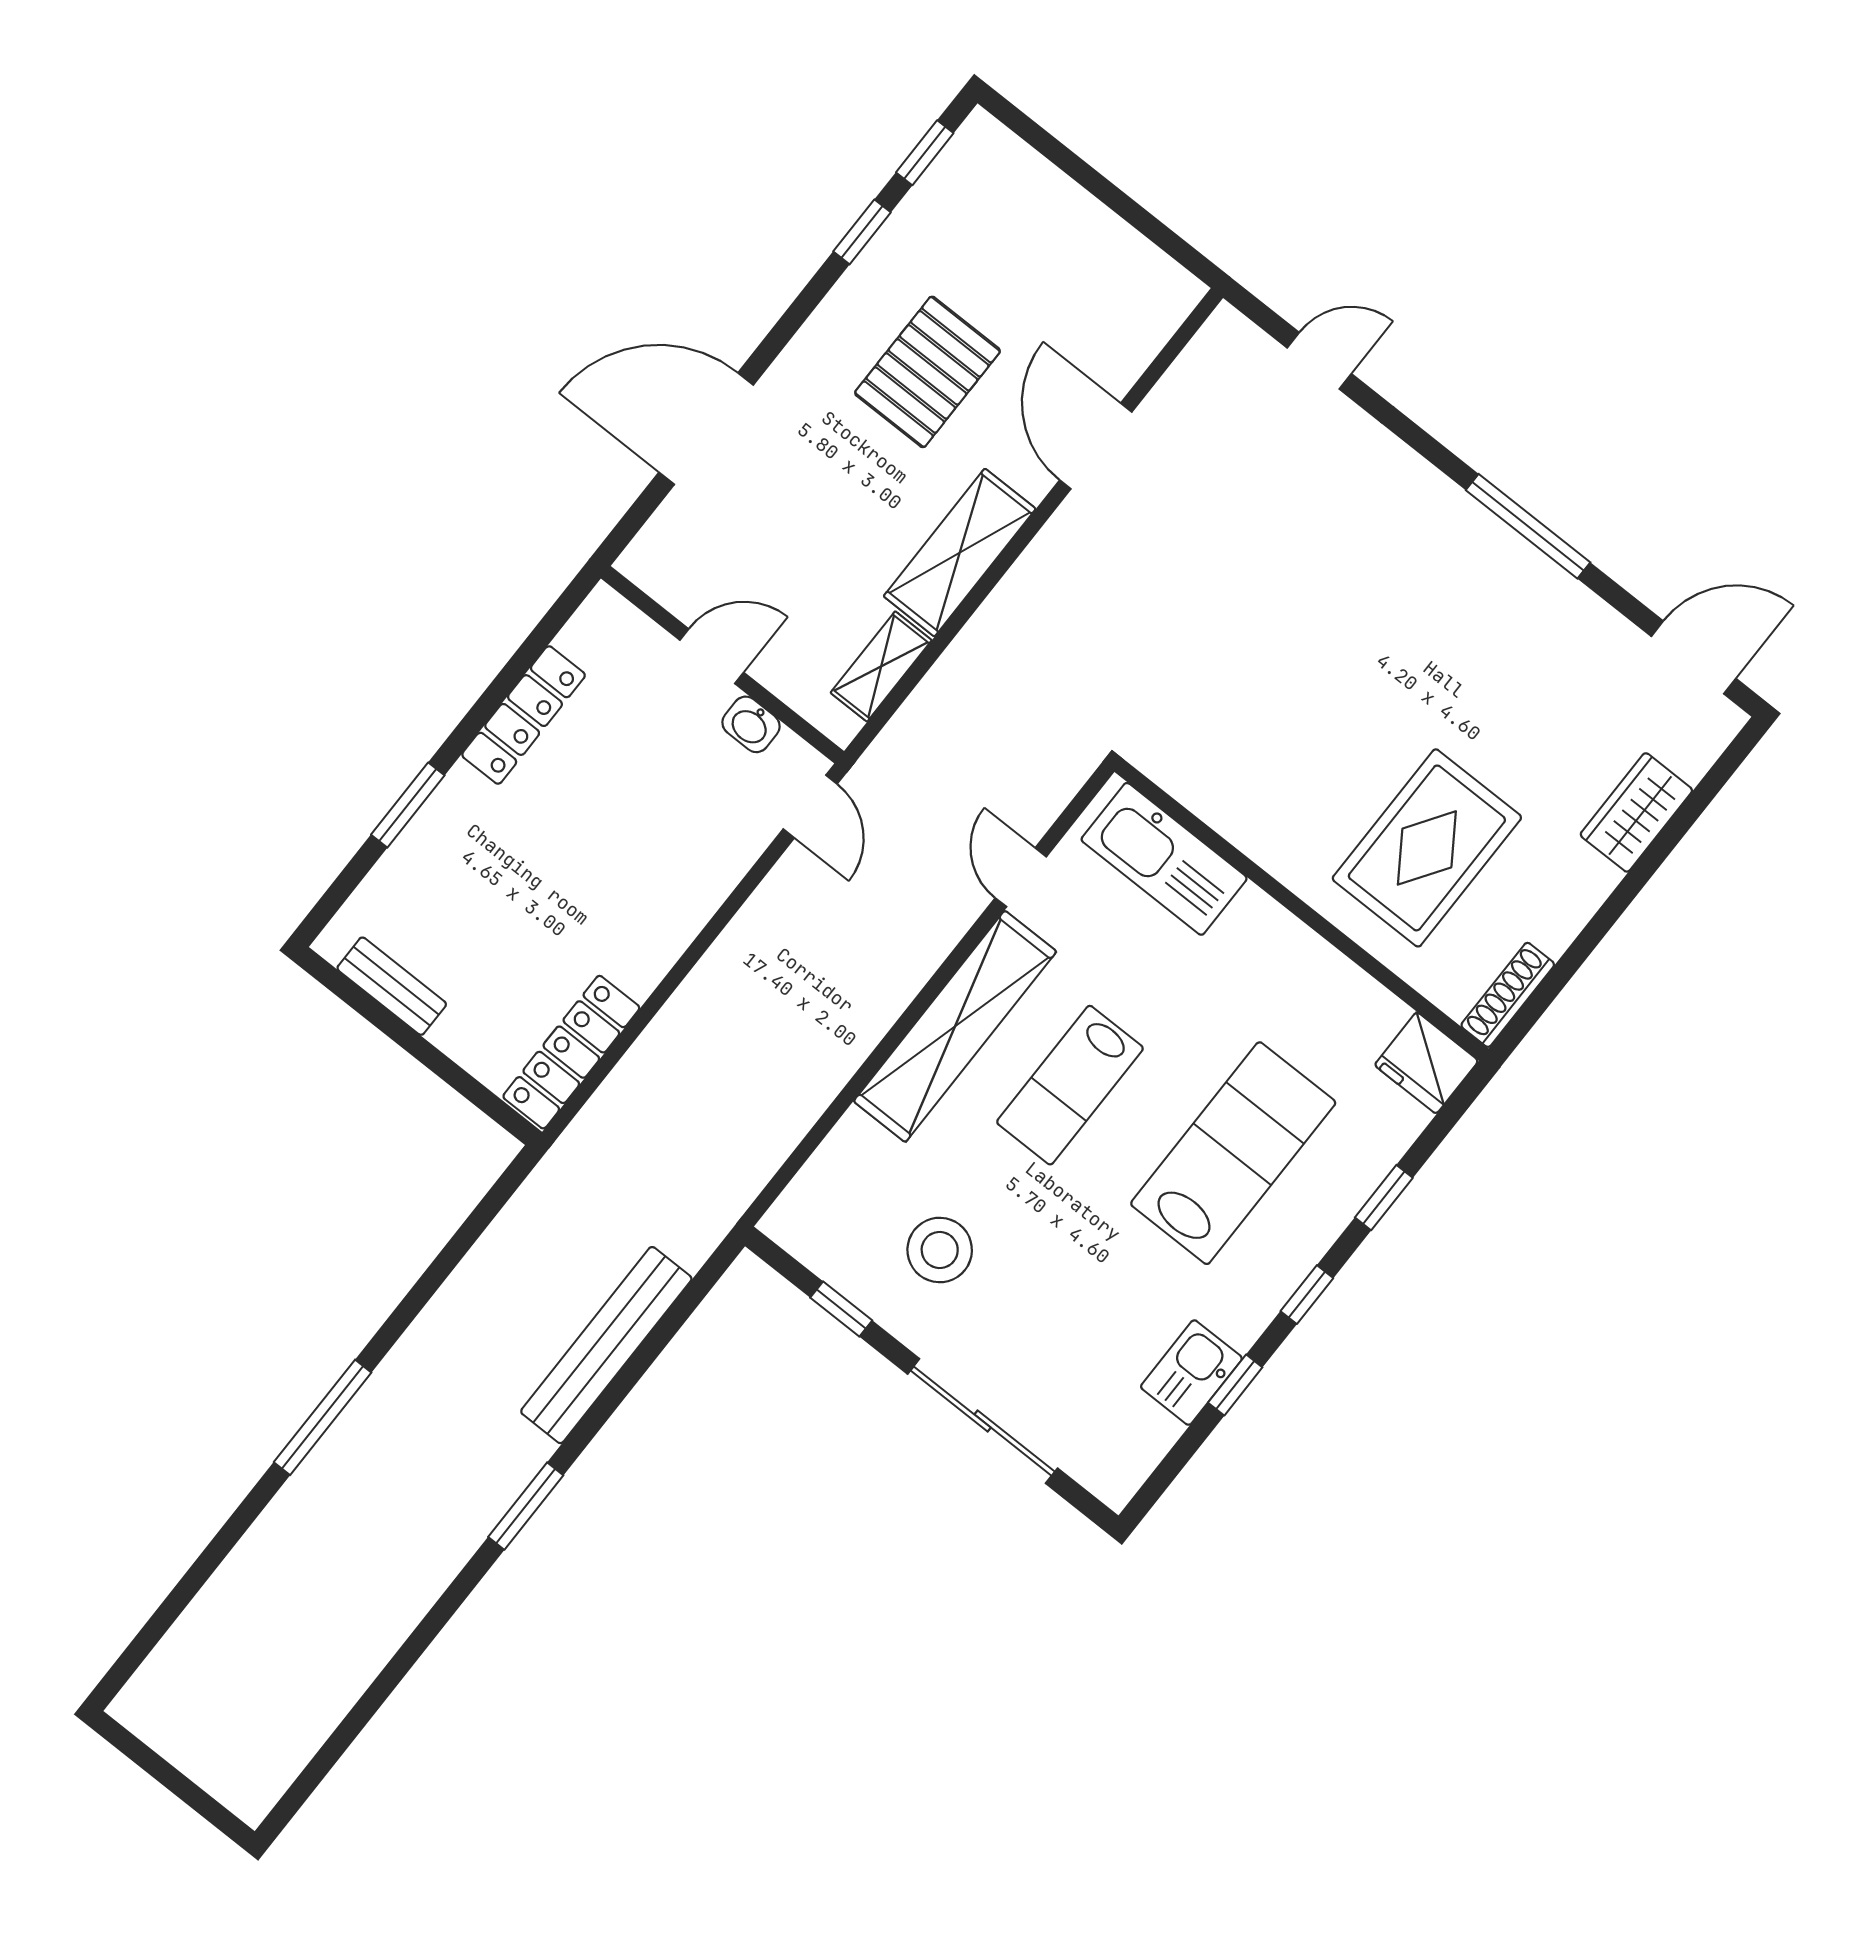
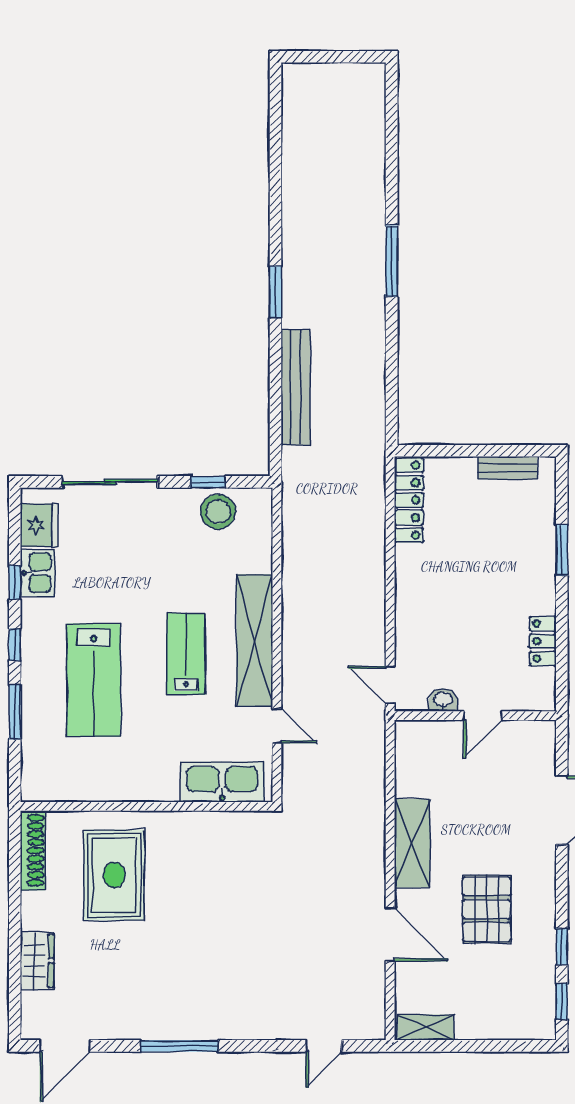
shelving: (881, 666) -> (426, 1027), moved, turned 90
locker: (524, 715) -> (543, 641), width x0.66
shoe rack: (1508, 995) -> (33, 850), width x1.36, depth x1.24
fridge: (1426, 1063) -> (39, 525), moved, turned 90
window: (1384, 1198) -> (15, 712), width x1.50
stool: (940, 1250) -> (218, 512), moved

